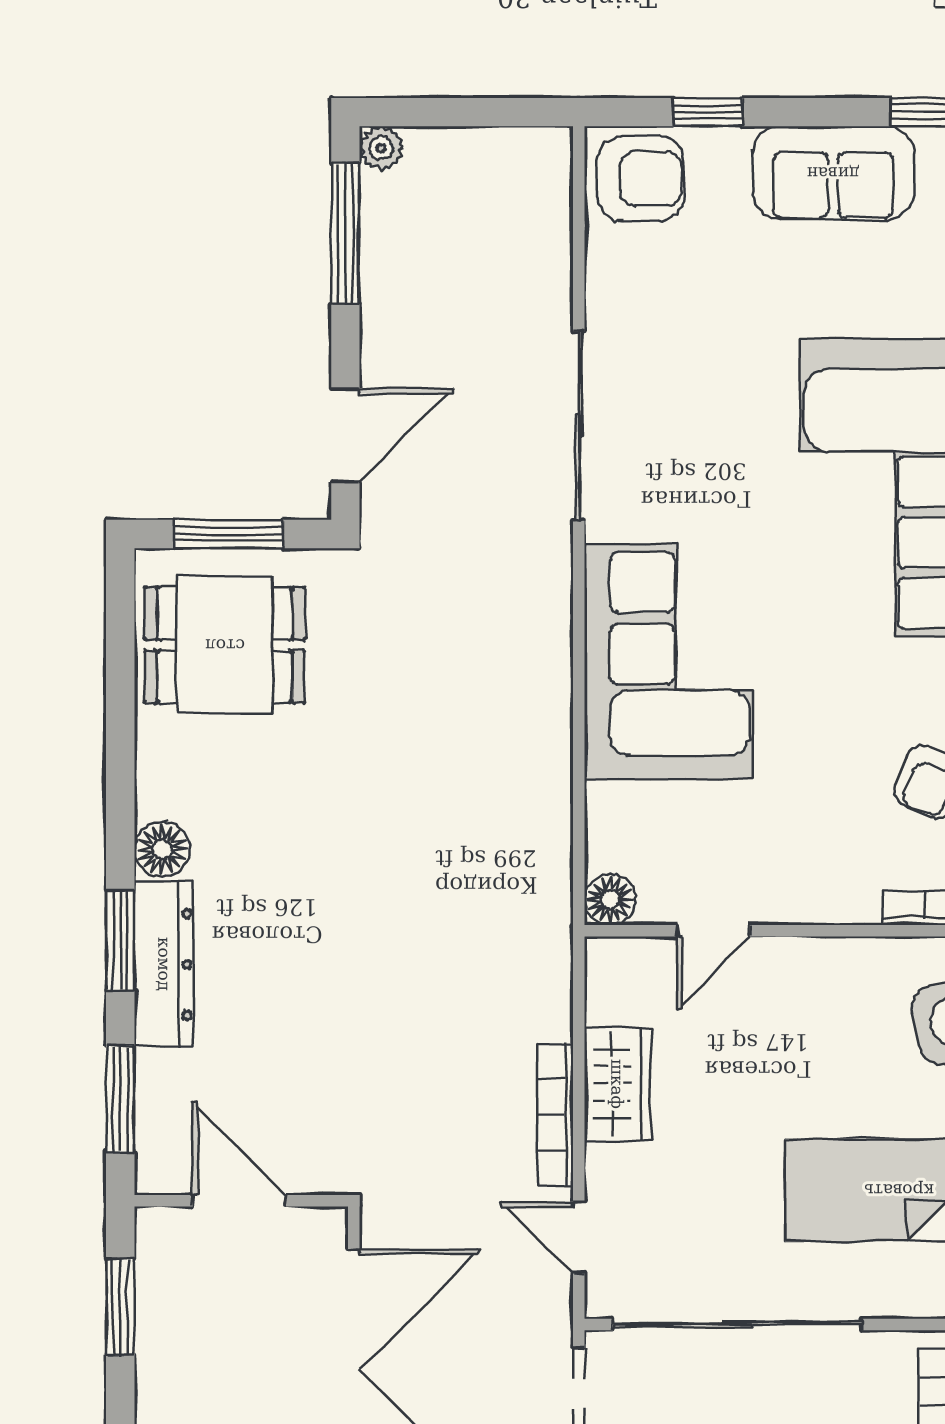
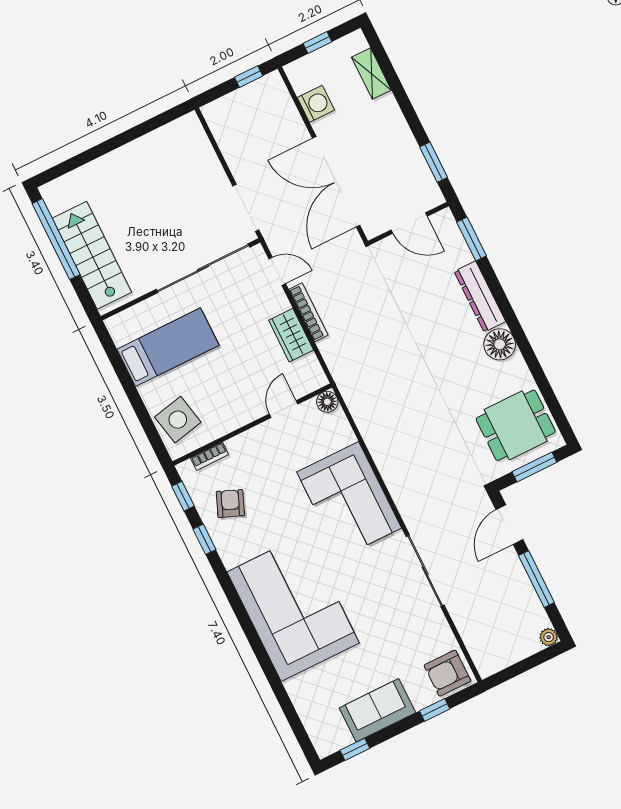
window: (345, 233) -> (536, 579), moved
floor lamp: (162, 849) -> (500, 344), width x1.38, depth x1.38
window: (120, 940) -> (500, 298), removed

